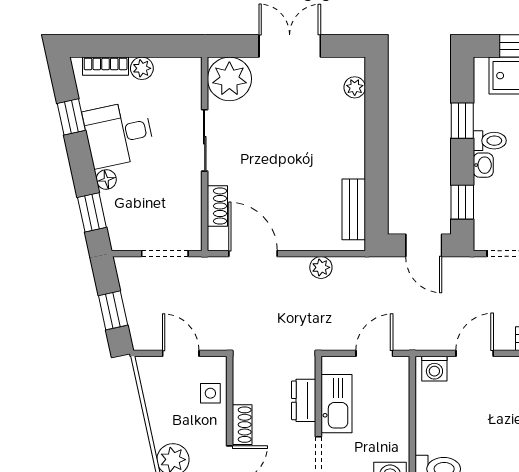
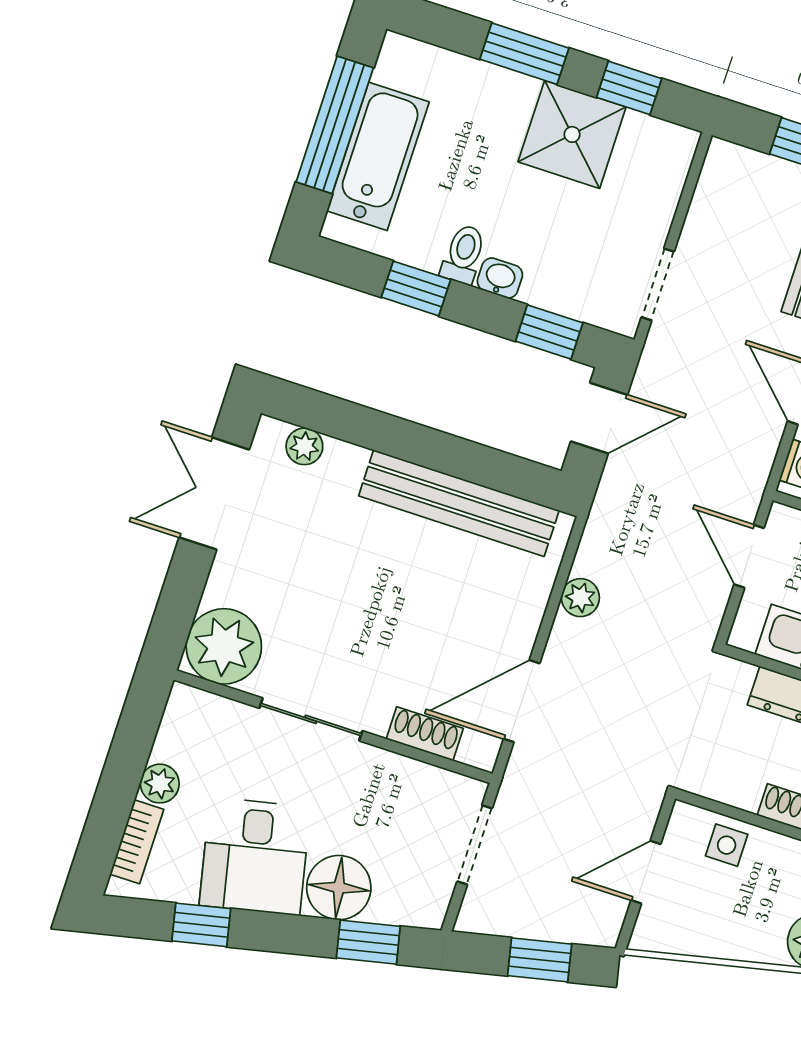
double door: (290, 46) -> (214, 493), moved
floor lamp: (106, 179) -> (339, 888), width x1.89, depth x1.89
bench: (354, 209) -> (459, 503), width x1.86, depth x1.21

